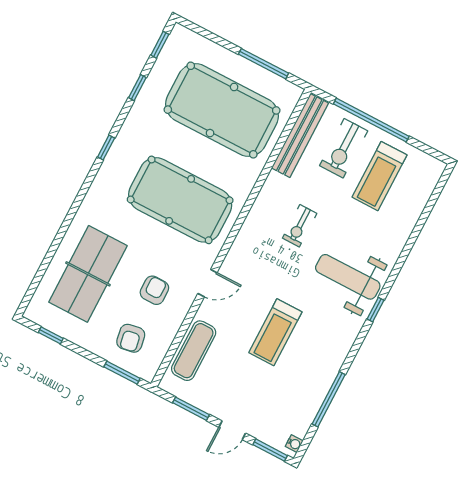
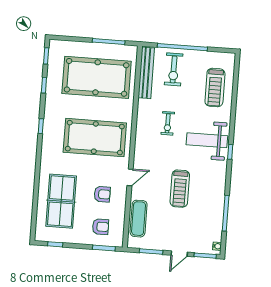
treadmill: (379, 176) -> (215, 87), moved
armchair: (154, 290) -> (102, 194), turned 90
armchair: (131, 338) -> (101, 227), turned -80

